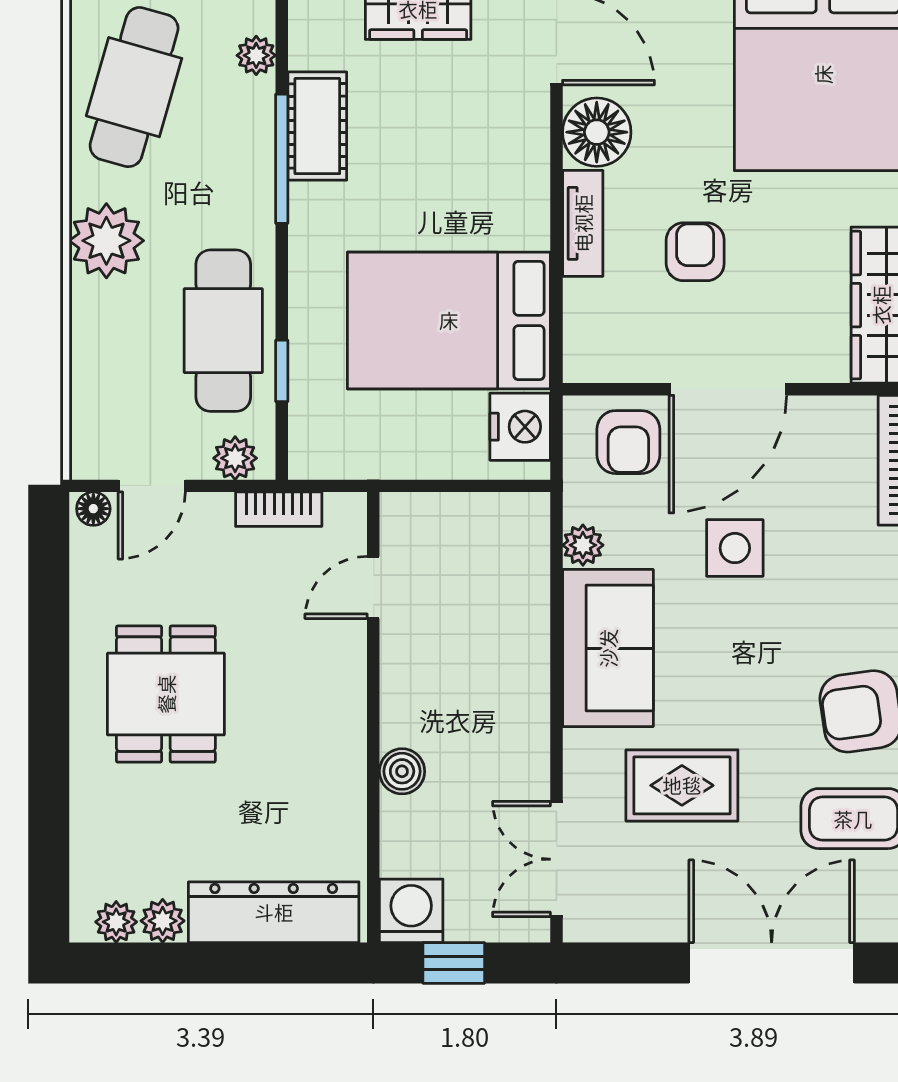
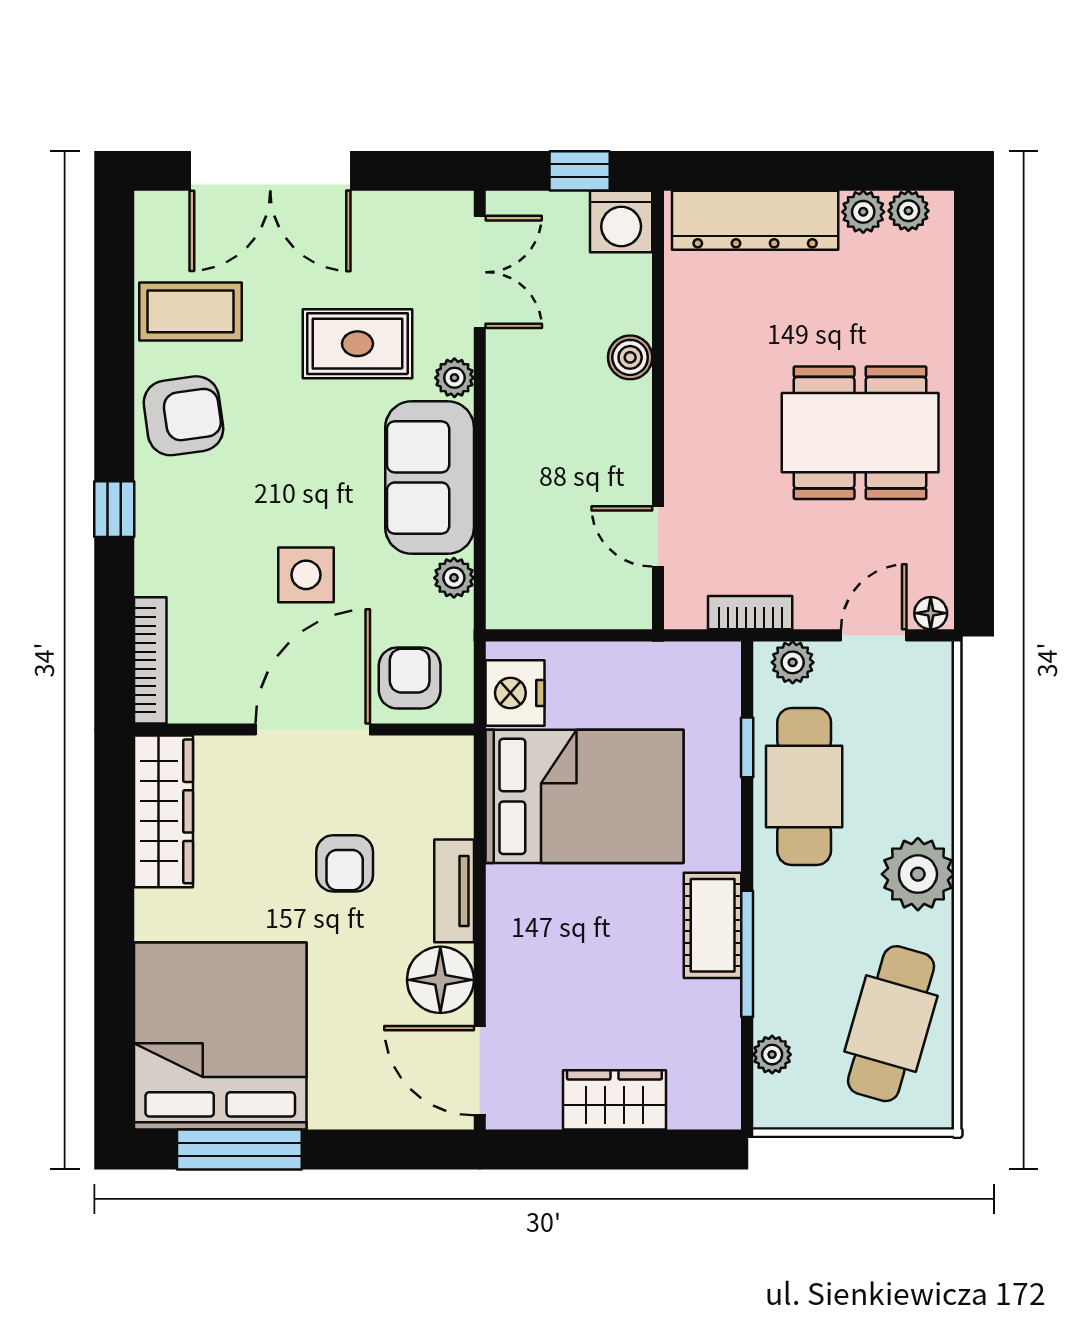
cot: (317, 126) -> (713, 925), moved
door: (373, 587) -> (658, 536), swing flipped
dining table: (166, 694) -> (860, 433), width x1.38
plant: (582, 750) -> (454, 378), added

